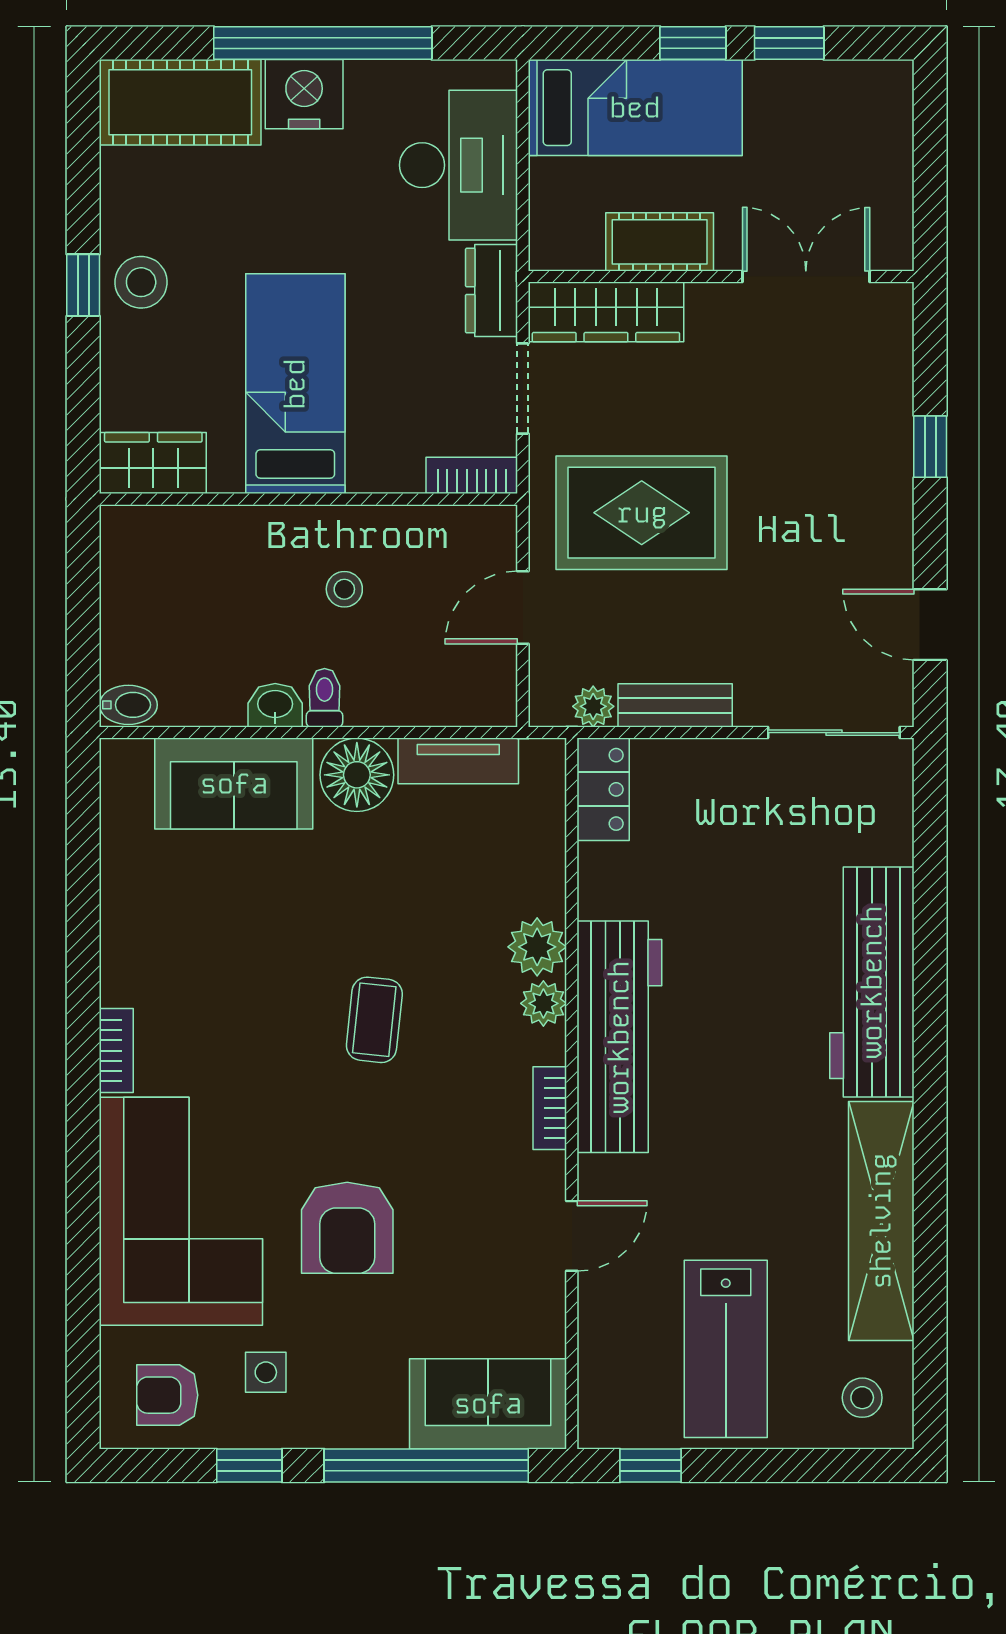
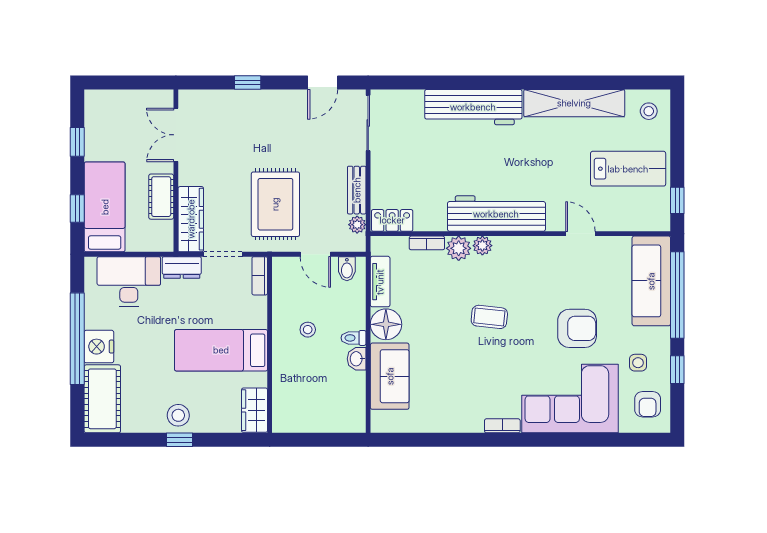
window: (693, 43) -> (77, 208), moved
bidet: (128, 705) -> (347, 269), moved, turned 180
bookcase: (550, 1108) -> (427, 243), moved
sofa: (488, 1404) -> (651, 281), width x1.36

